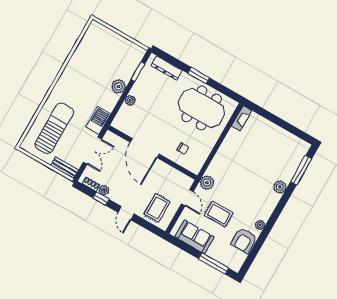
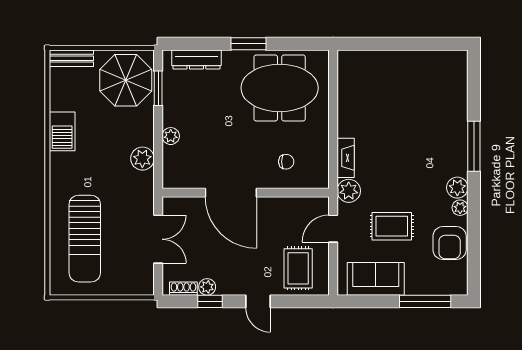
parasol: (123, 58) -> (126, 80), added
plant: (118, 86) -> (142, 159), moved
fireplace: (242, 118) -> (346, 158), moved
barbecue: (98, 120) -> (62, 131), moved, turned 180
sun lounger: (54, 128) -> (85, 239), turned 180
bench: (65, 168) -> (71, 58), moved
window: (301, 170) -> (474, 146), moved
plant: (280, 187) -> (457, 188), moved
door: (187, 198) -> (333, 229), swing flipped

